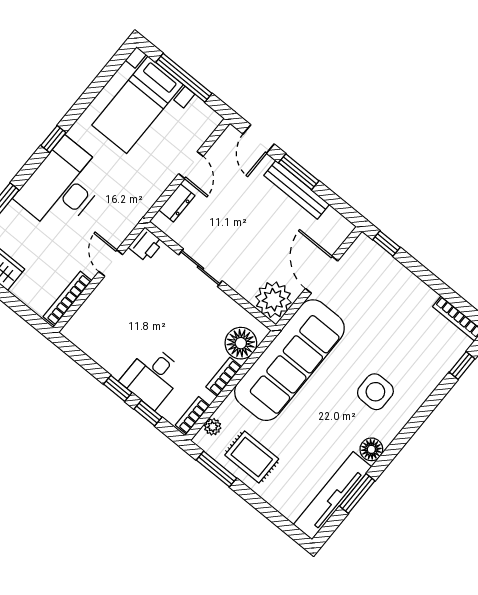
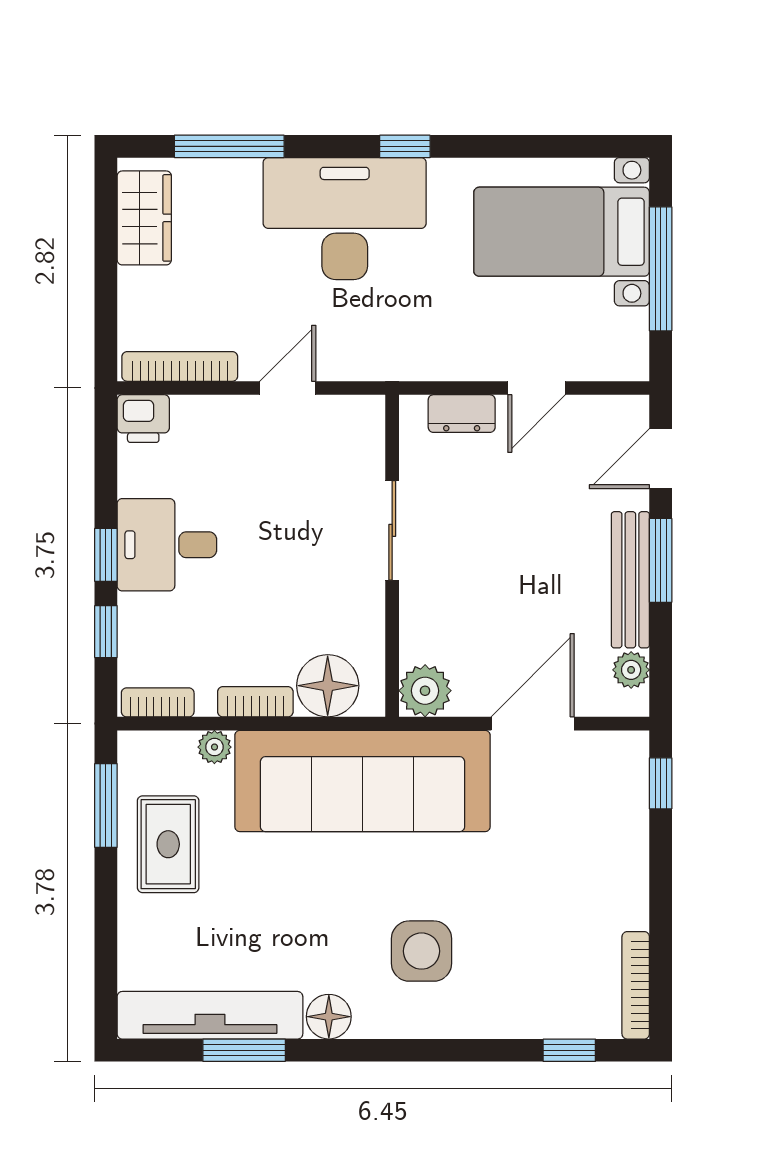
plant: (332, 219) -> (631, 670), added
printer: (146, 245) -> (143, 419), moved
plant: (273, 300) -> (425, 691), width x0.73, depth x0.73
desk: (152, 377) -> (167, 545), moved
plant: (213, 427) -> (214, 747), moved

